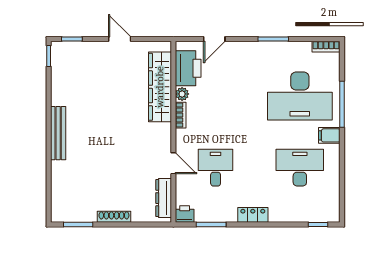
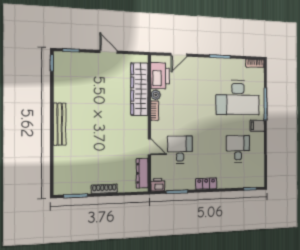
desk: (300, 168) -> (238, 149), width x0.73

